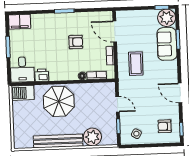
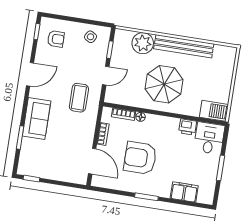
plant: (167, 18) -> (28, 165), removed
filing cabinet: (20, 22) -> (184, 192), moved
armchair: (76, 42) -> (140, 158), width x1.88, depth x1.88
sofa: (167, 44) -> (37, 119), moved
coffee table: (136, 64) -> (79, 98), moved
door: (180, 93) -> (30, 74), hinge flipped
parasol: (59, 101) -> (164, 84), moved
door: (118, 104) -> (106, 76), swing flipped

